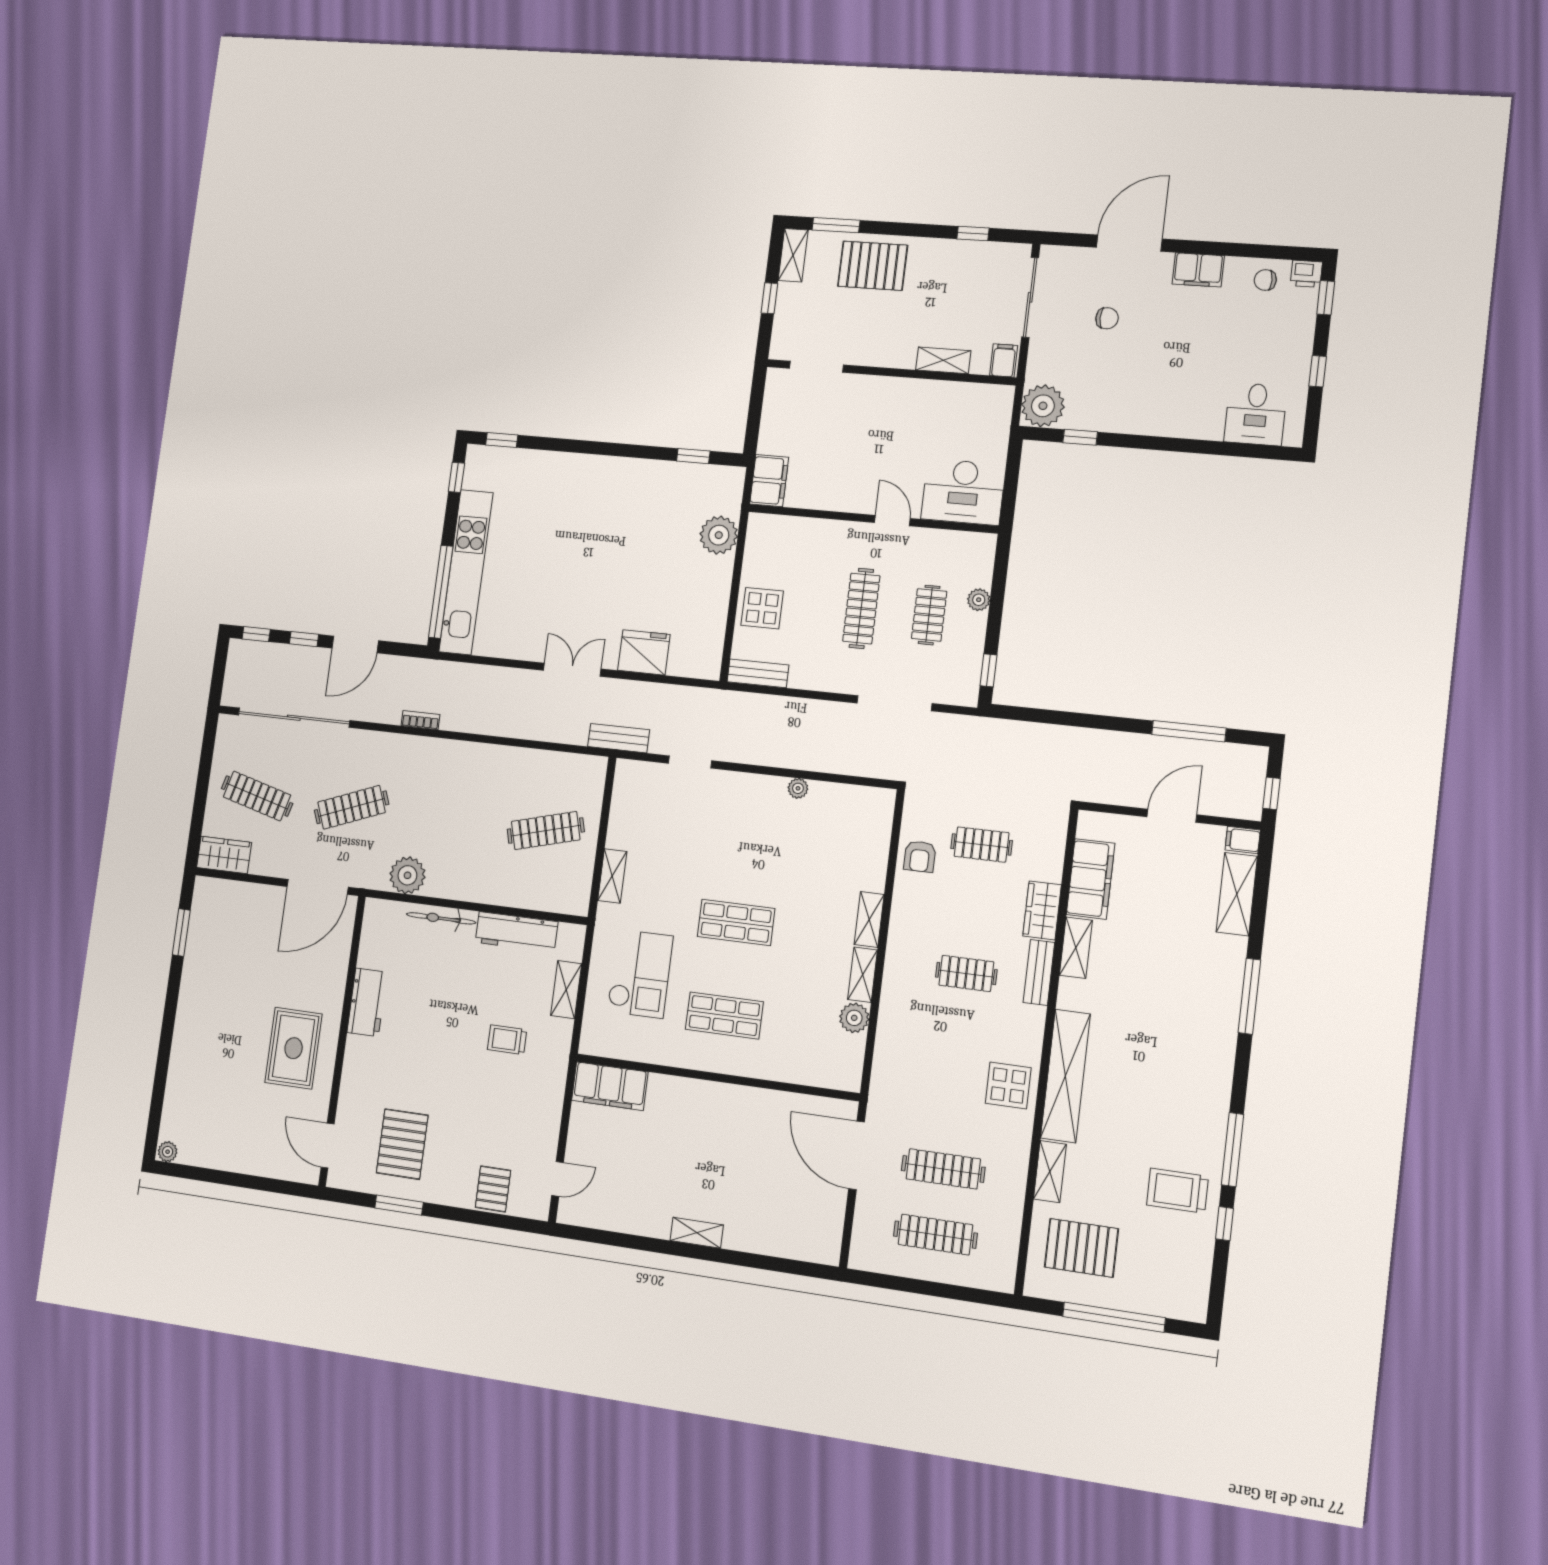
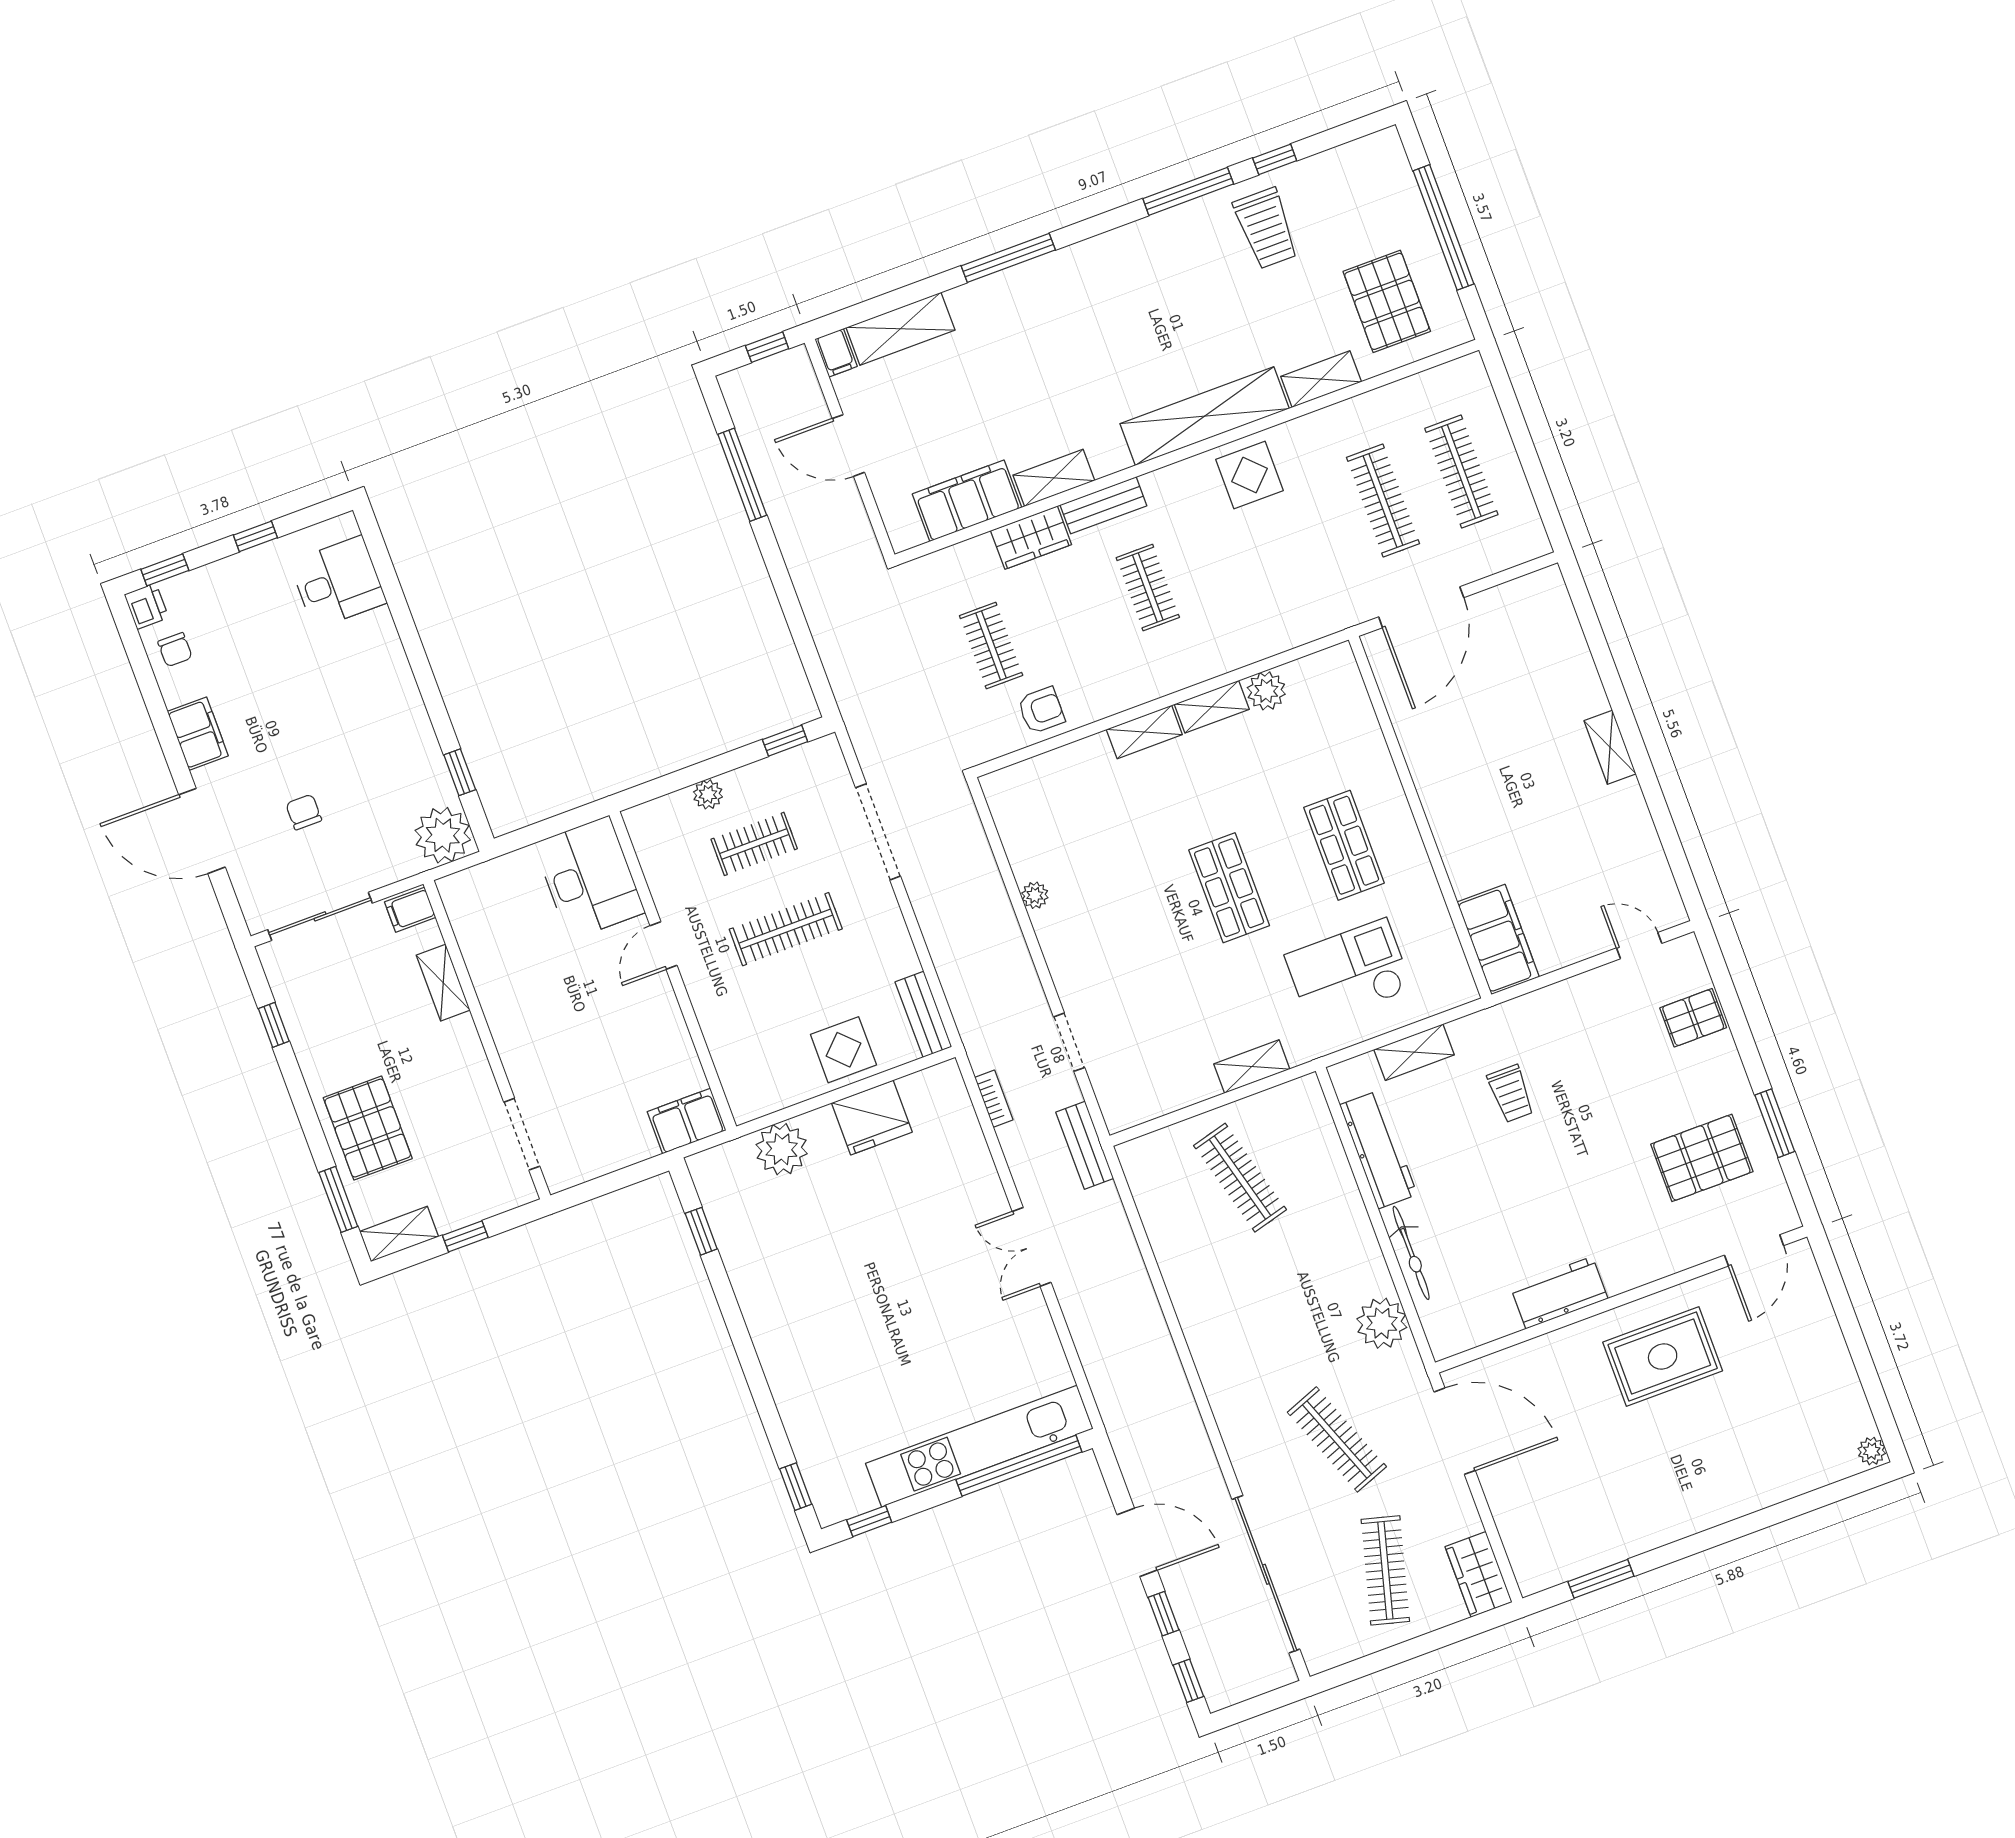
fridge: (644, 652) -> (872, 1118), moved, turned -90
bookcase: (421, 720) -> (994, 1099), moved, turned 180

